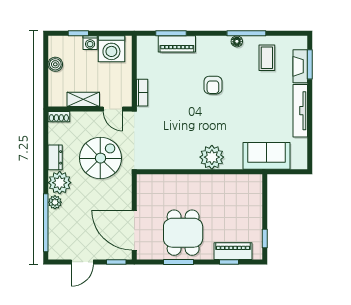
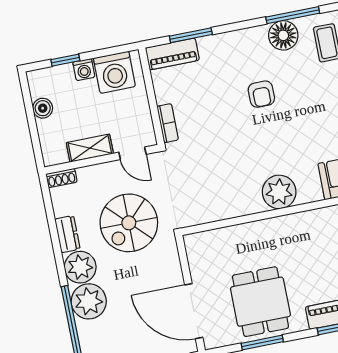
floor lamp: (237, 41) -> (283, 35), width x1.89, depth x1.89
piano: (177, 44) -> (172, 54), moved
spiral stairs: (100, 158) -> (129, 223), turned 180
plant: (55, 202) -> (89, 301), width x1.88, depth x1.88

